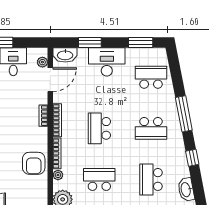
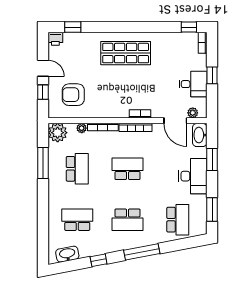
school desk: (151, 128) -> (128, 220), turned -90
armchair: (34, 163) -> (73, 95), moved

